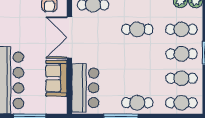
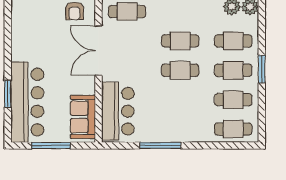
sofa: (56, 78) -> (83, 117), moved
cafe table: (137, 103) -> (180, 70), moved

